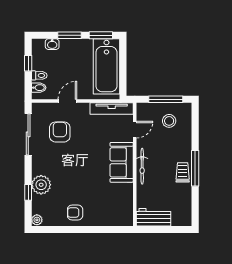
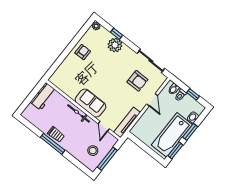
bathtub: (106, 66) -> (172, 135), moved, turned -90

